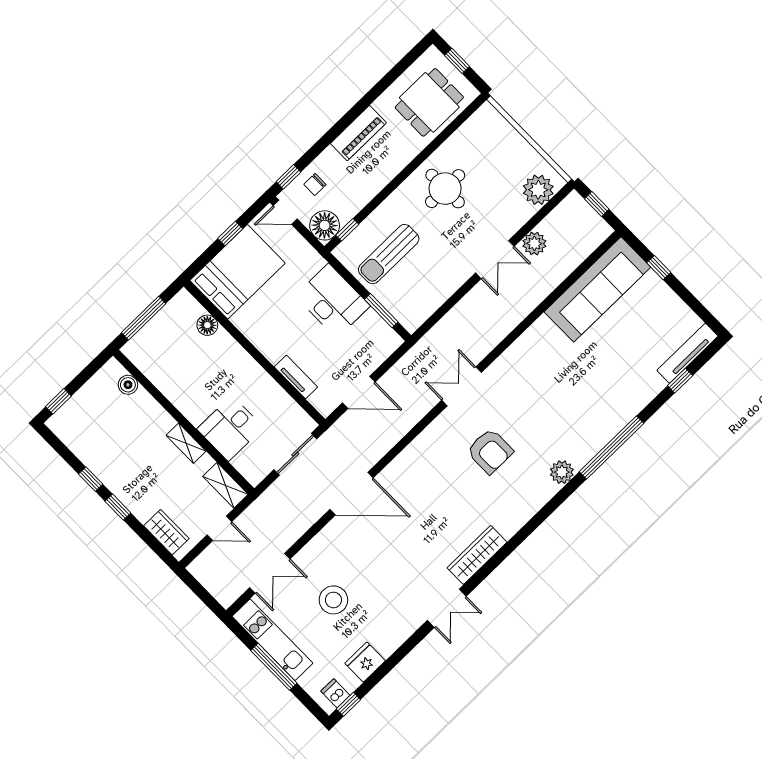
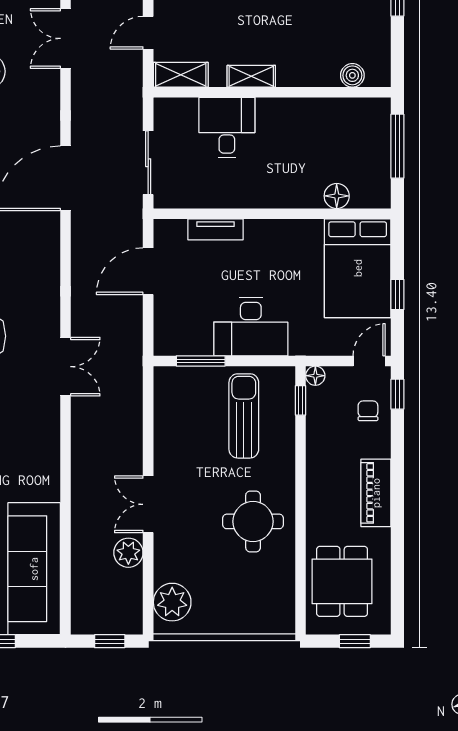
floor lamp: (325, 225) -> (315, 376), width x0.53, depth x0.53

